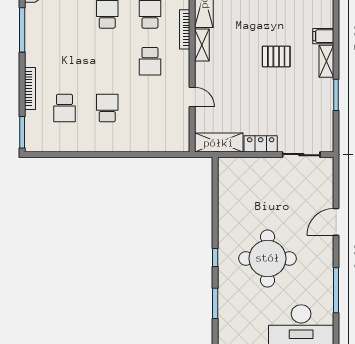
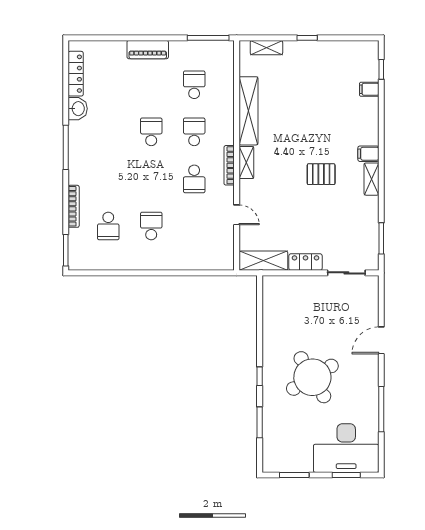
bookcase: (185, 29) -> (229, 165), moved
window: (336, 95) -> (381, 238), moved
round table: (268, 258) -> (312, 377), turned -31

